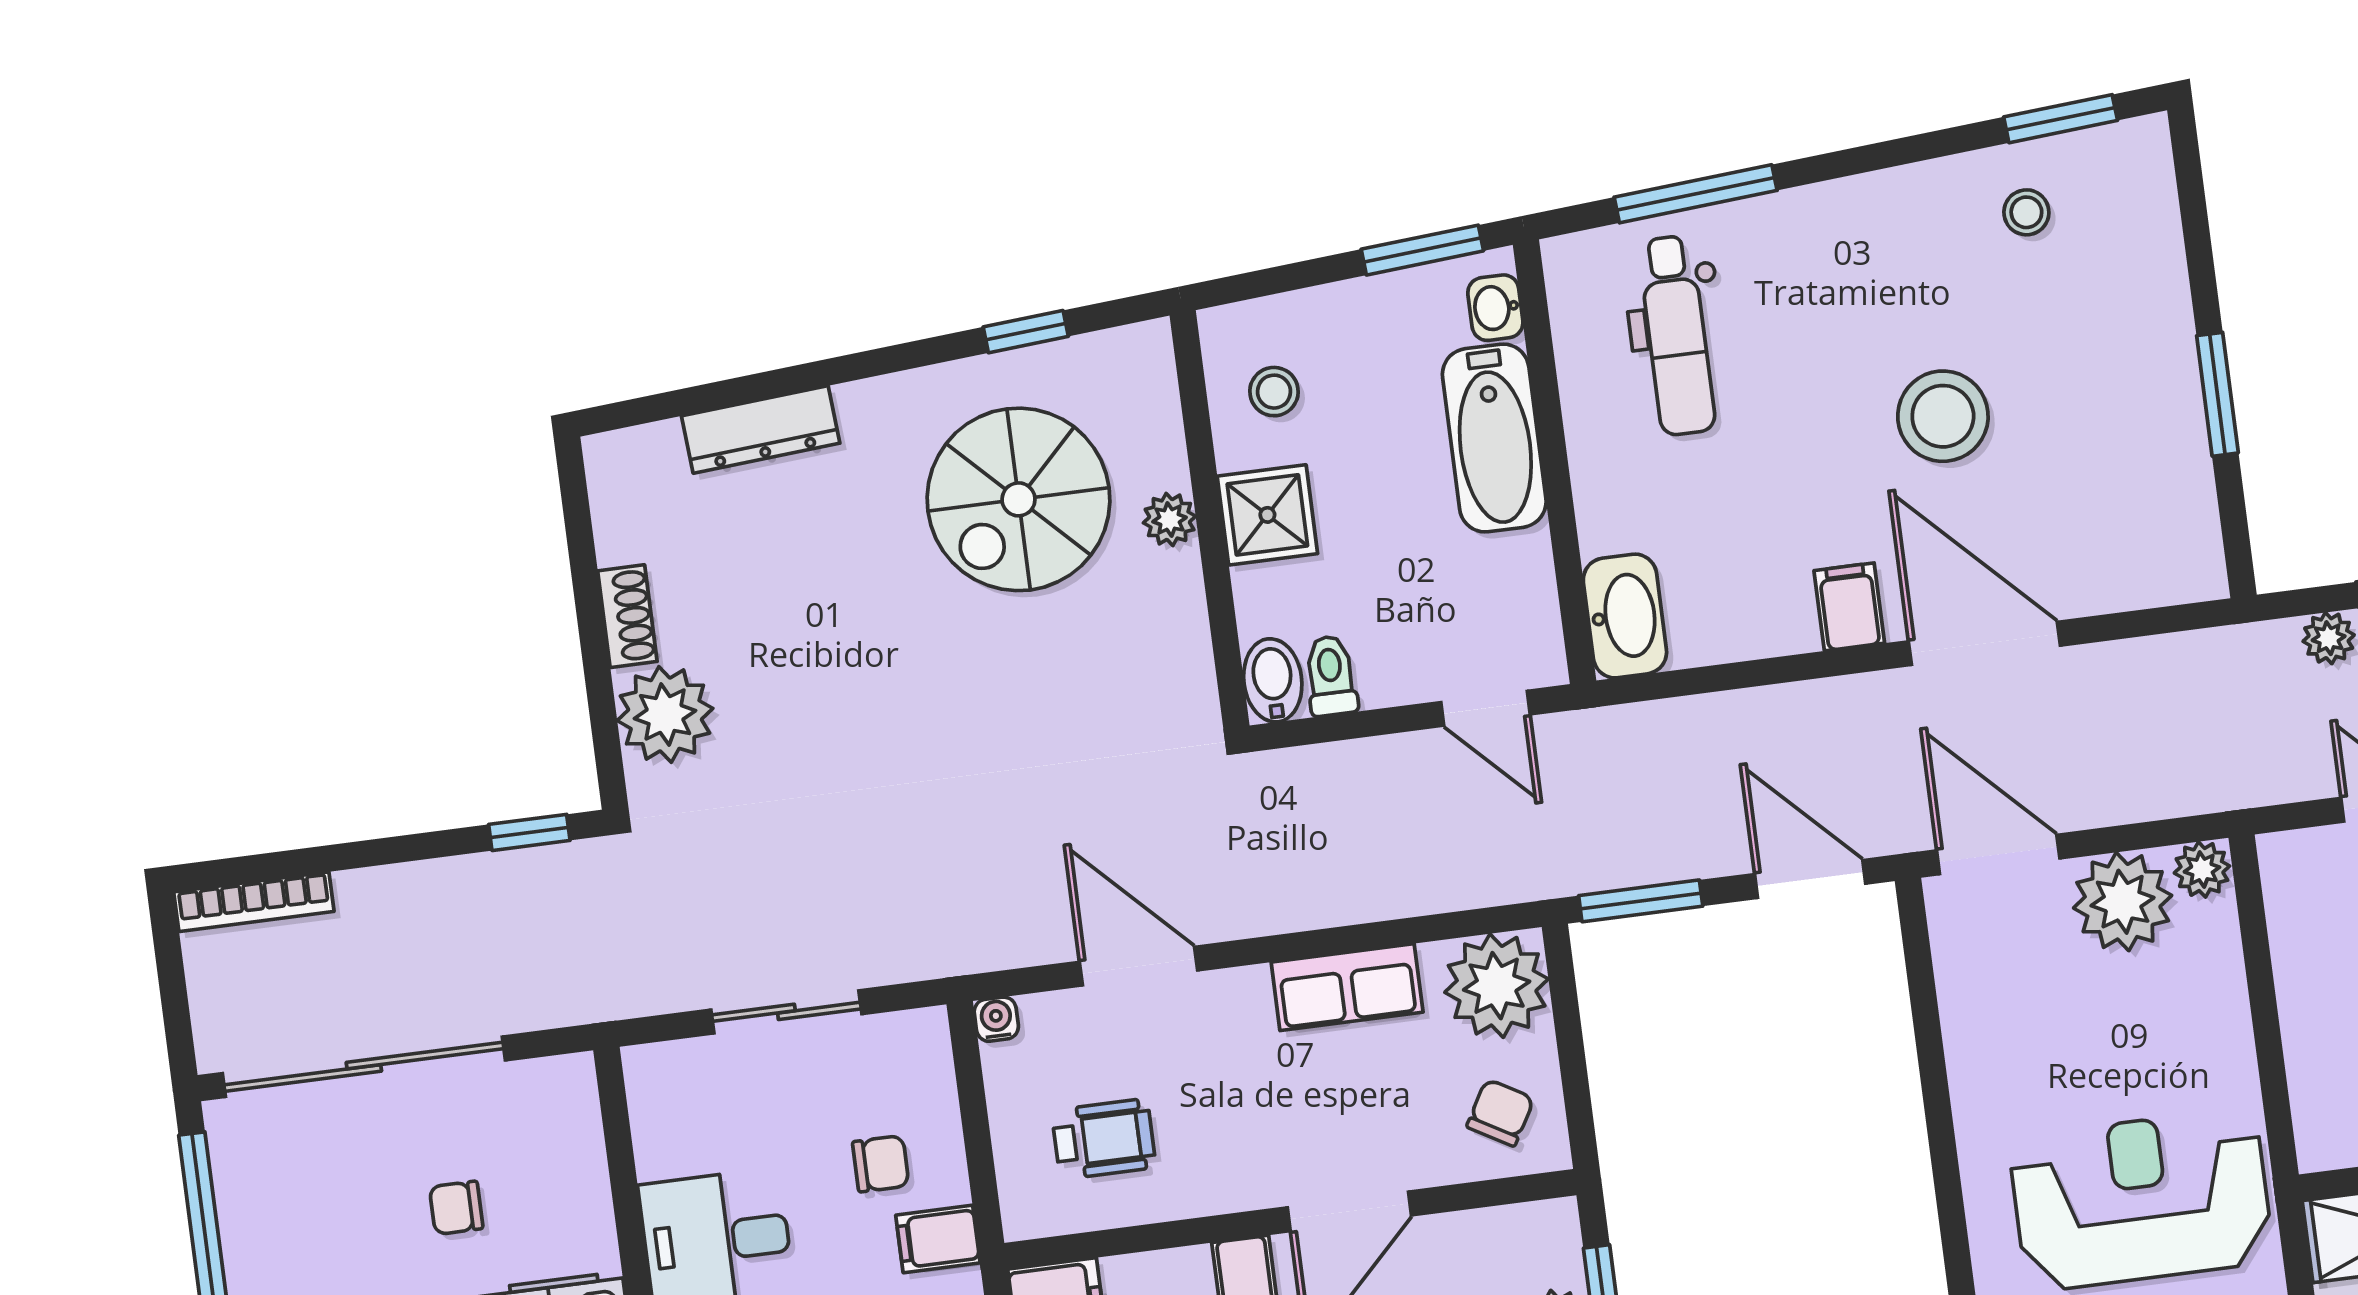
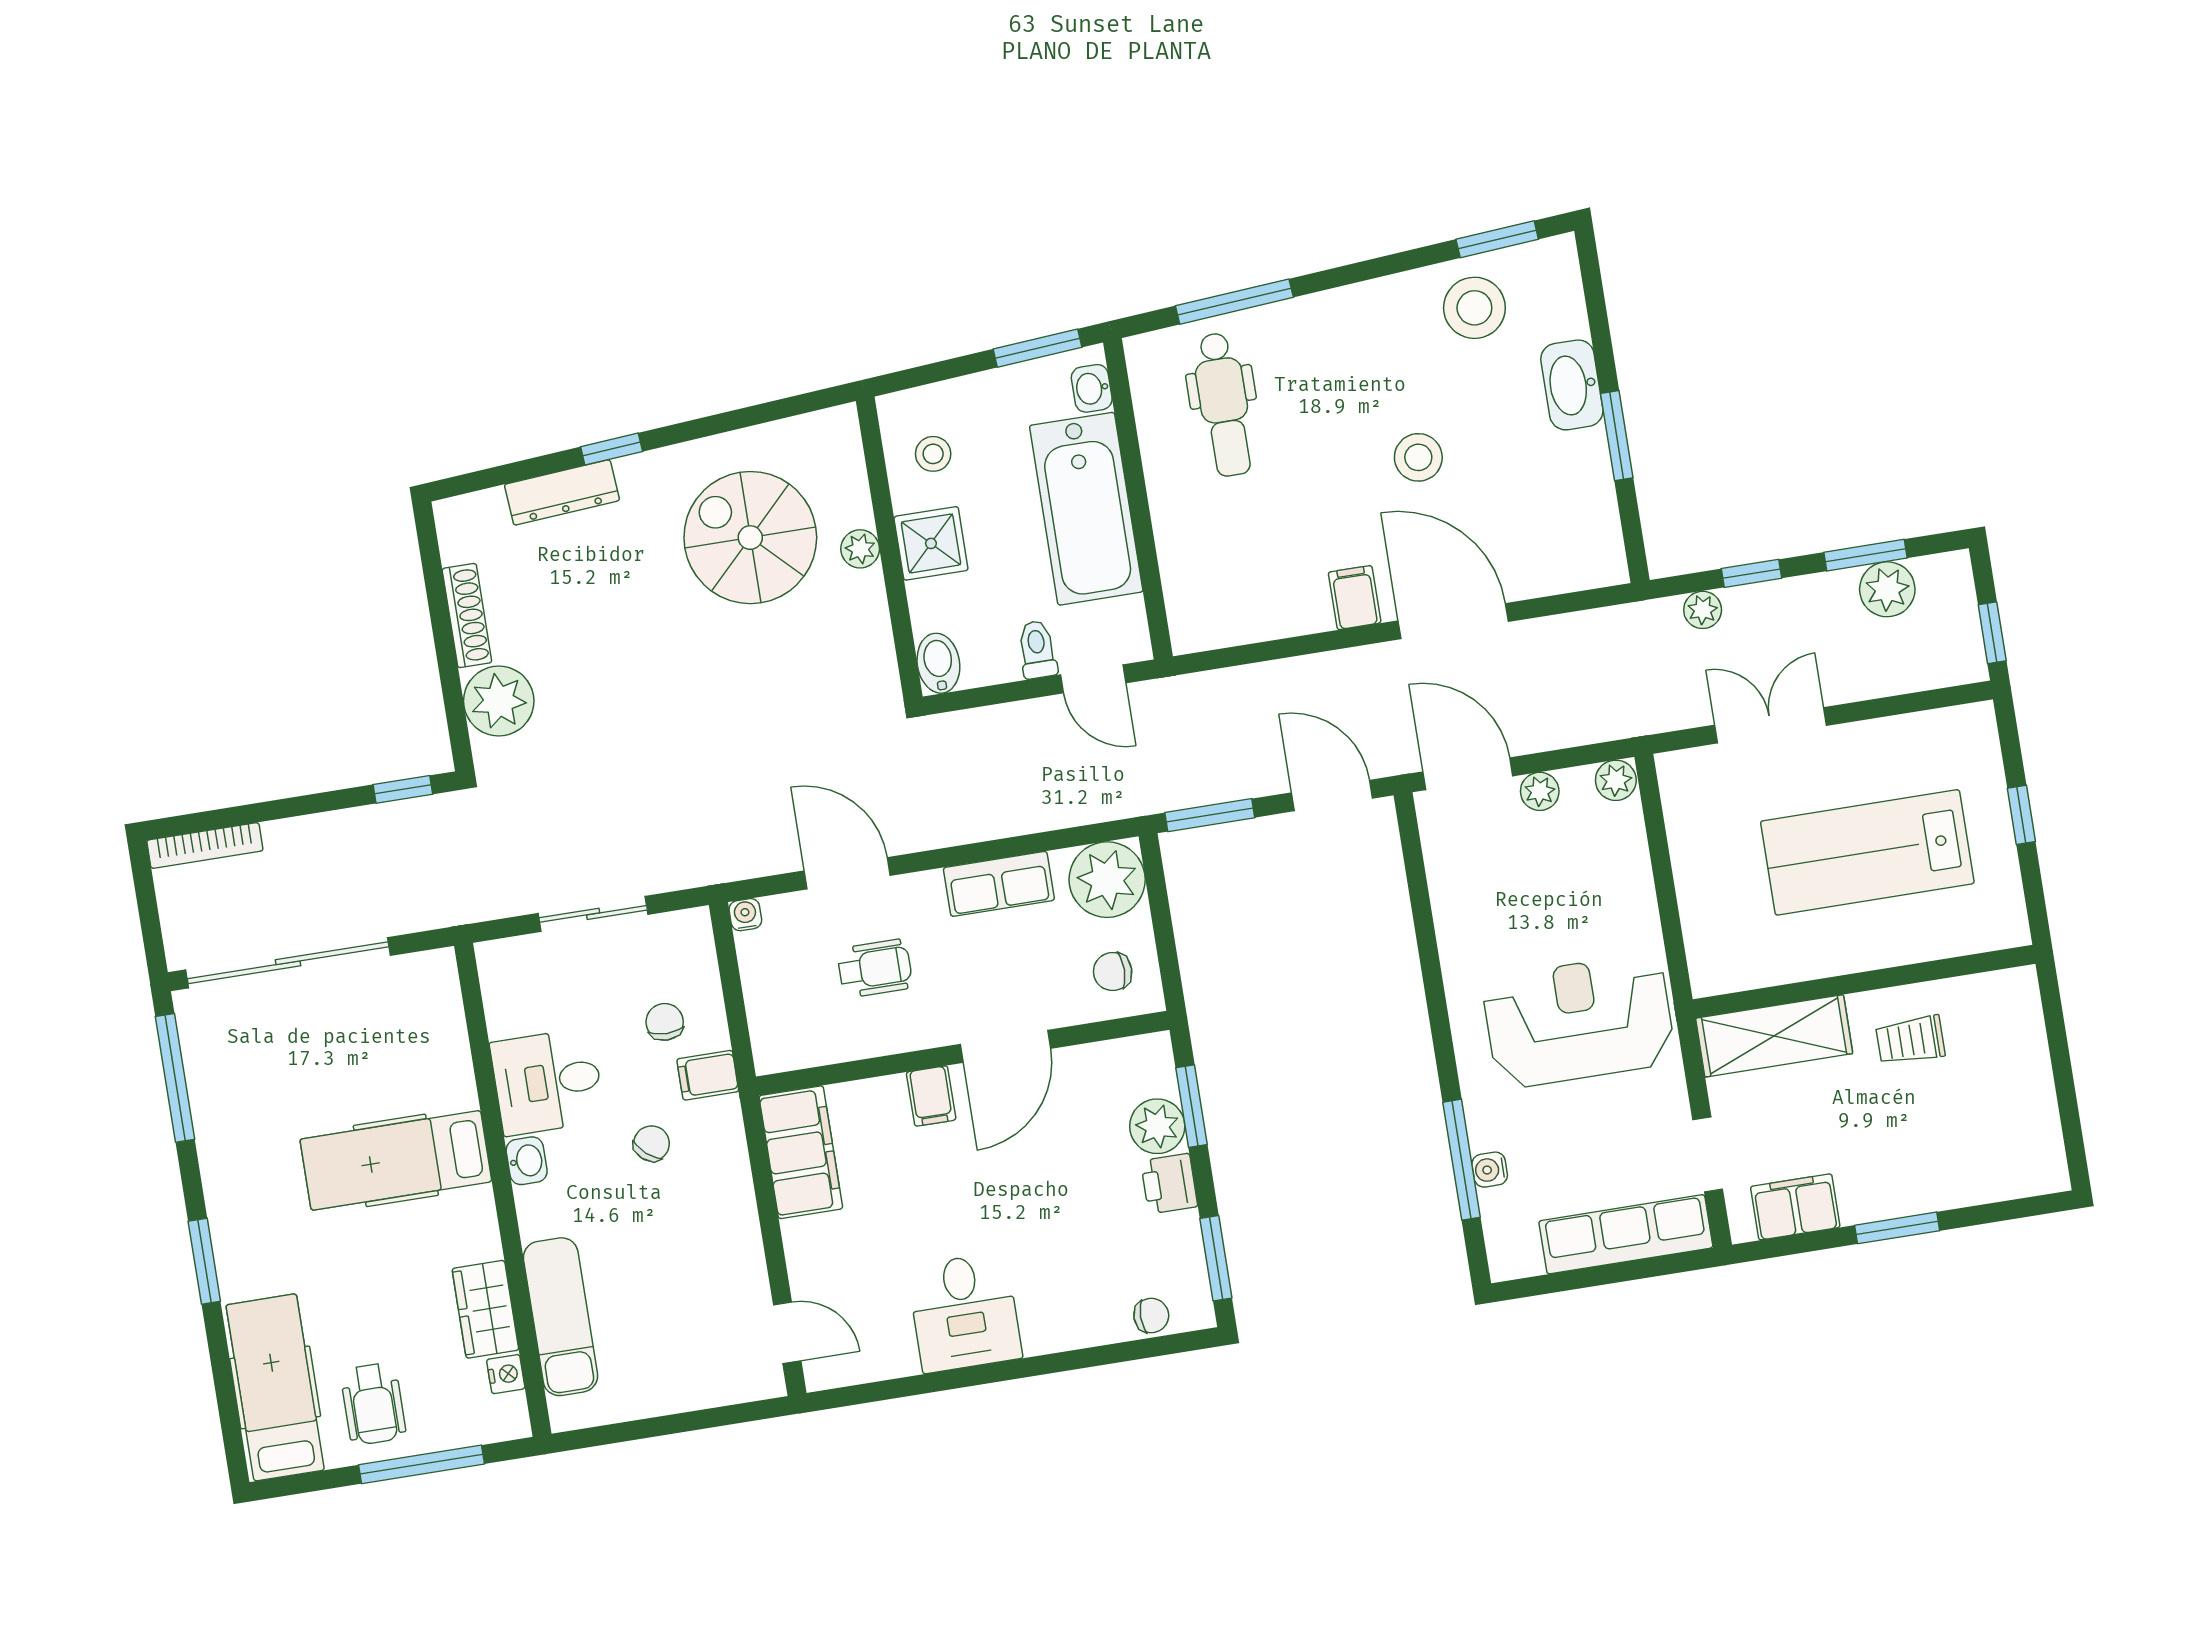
stool: (2026, 212) -> (1474, 308), width x1.89, depth x1.89
window: (1026, 332) -> (612, 449), moved
stool: (1943, 416) -> (1418, 457), width x0.73, depth x0.73
bathtub: (1494, 438) -> (1086, 509), width x1.36, depth x1.36
spiral stairs: (1019, 499) -> (750, 538), turned 90
shoe rack: (627, 616) -> (467, 616), width x1.43
washbasin: (1625, 616) -> (1572, 385), moved, turned 180
toilet: (1331, 676) -> (1037, 650), moved
plant: (2123, 902) -> (1540, 791), width x0.53, depth x0.53
chair: (1500, 1113) -> (1113, 972), turned -120
wheelchair: (1104, 1139) -> (875, 968), moved
chair: (881, 1164) -> (665, 1022), turned -90
chair: (456, 1208) -> (358, 1063), removed

